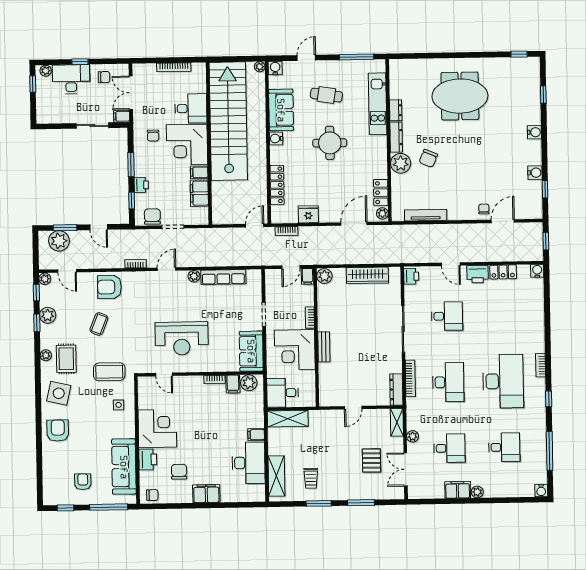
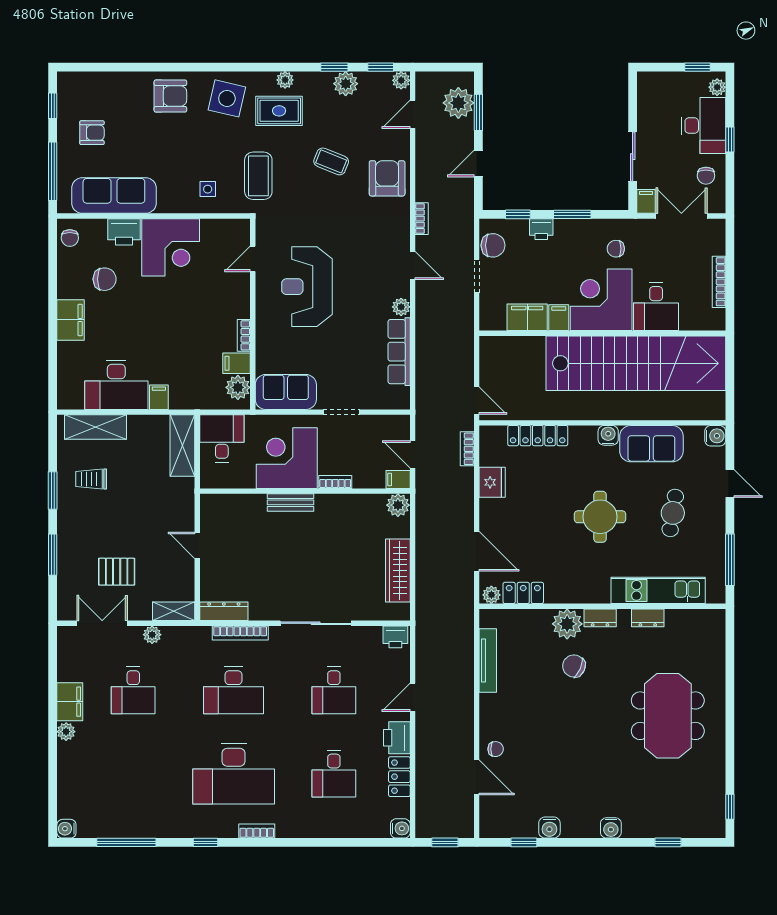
plant: (260, 67) -> (718, 412), removed
dresser: (396, 137) -> (600, 618), width x0.70
desk: (504, 447) -> (334, 774), moved

